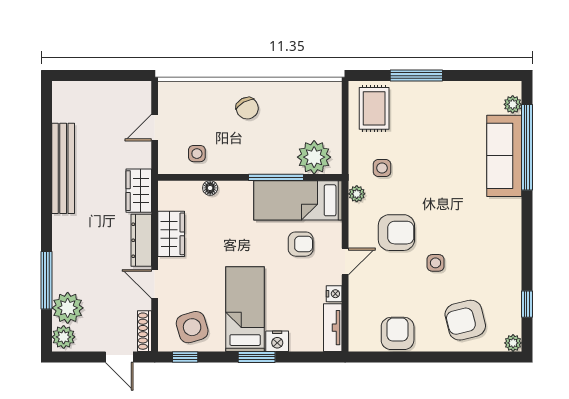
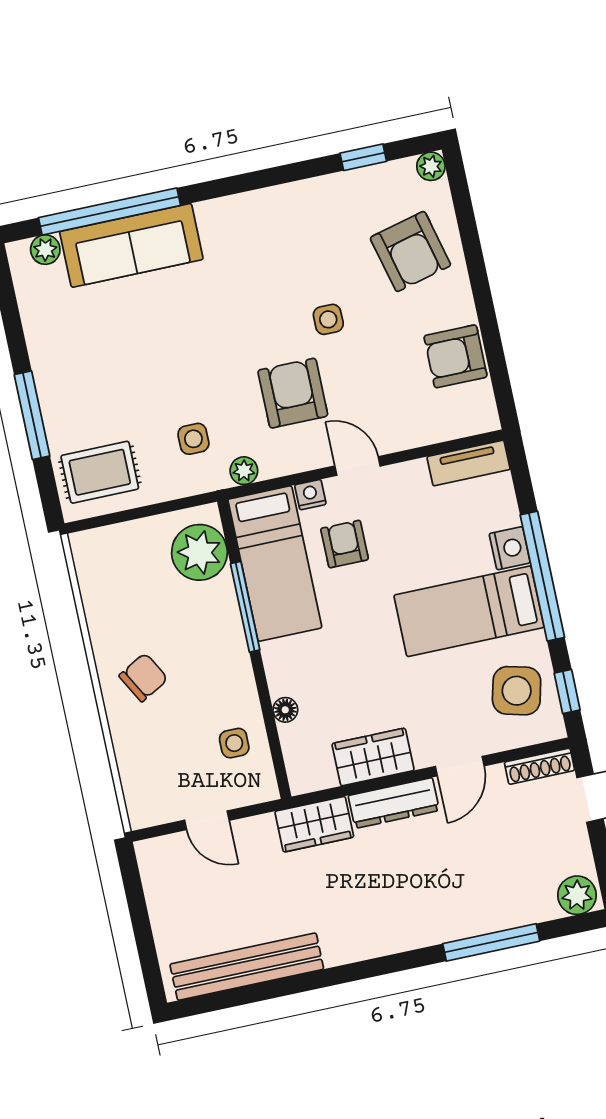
bench: (63, 168) -> (247, 967), moved
nightstand: (334, 294) -> (310, 495), moved
plant: (68, 308) -> (529, 899), removed
side table: (192, 327) -> (517, 691), turned 30
window: (257, 357) -> (542, 576), width x2.11

